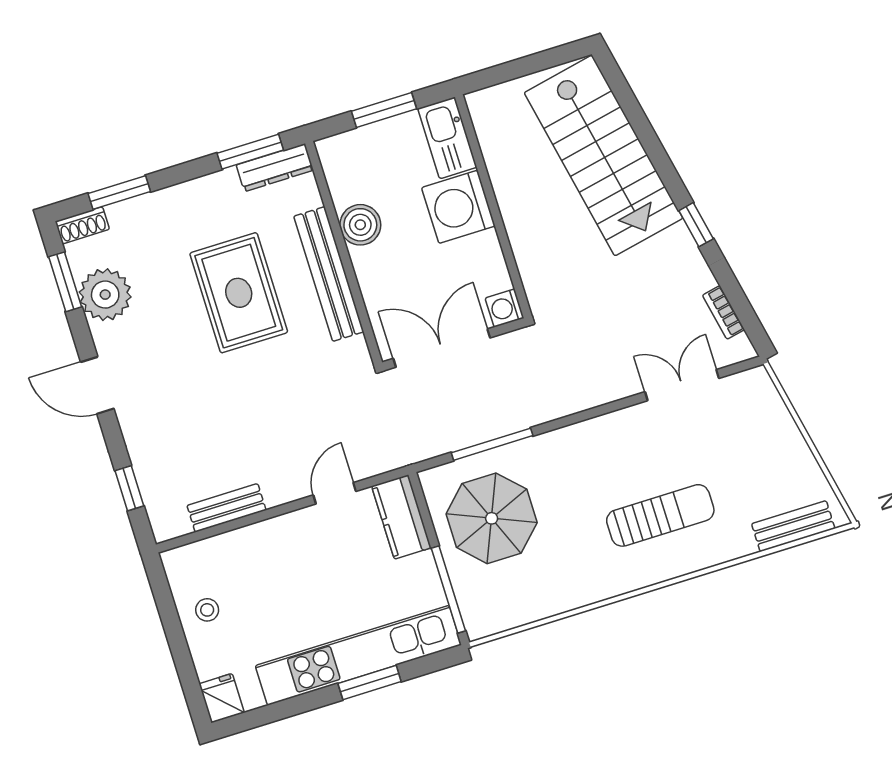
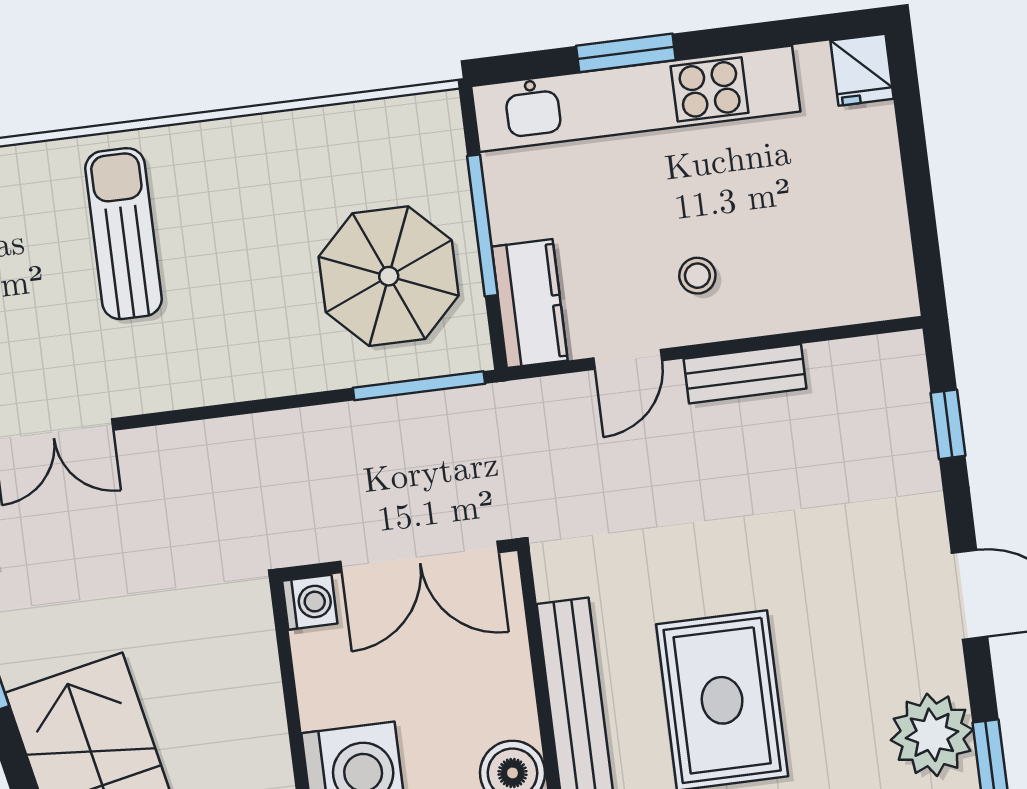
window: (492, 444) -> (419, 386), moved
bench: (227, 508) -> (745, 374), moved
sun lounger: (660, 515) -> (124, 234), turned 90
window: (448, 589) -> (482, 225), moved
stool: (207, 610) -> (697, 276), moved

